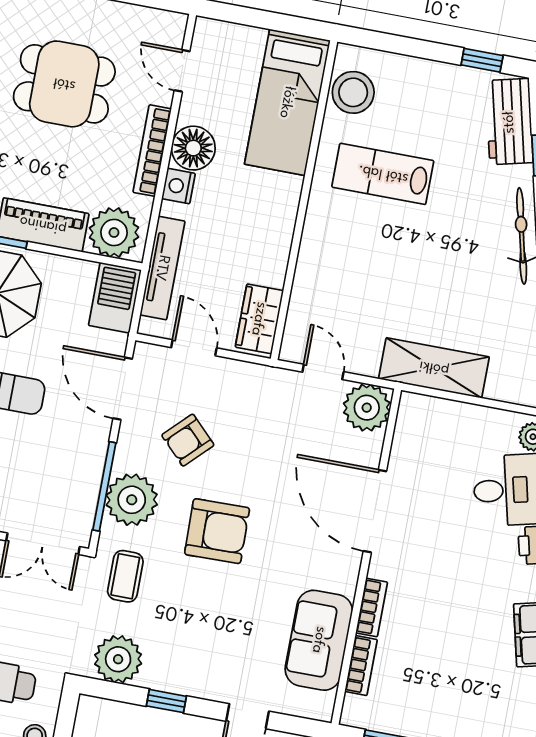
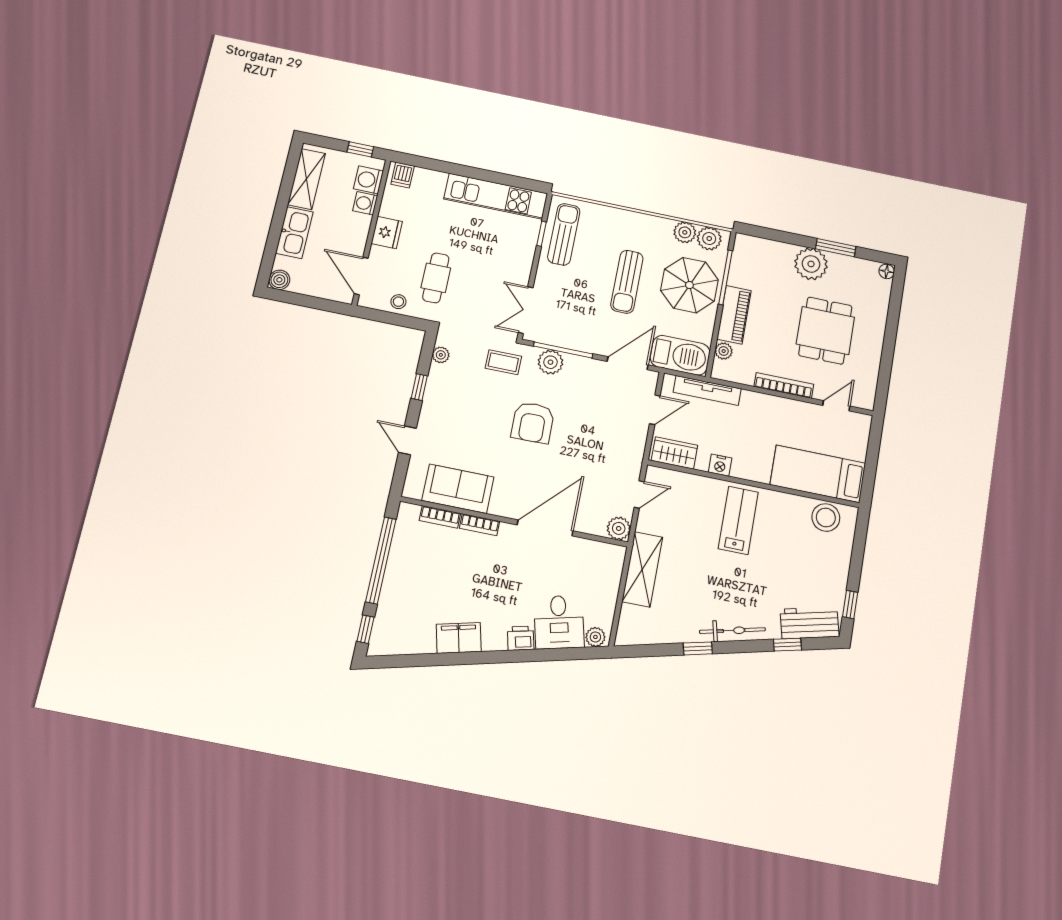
floor lamp: (193, 148) -> (786, 412), removed
lab bench: (383, 174) -> (738, 520), moved
nightstand: (178, 186) -> (720, 465), moved, turned 180
plant: (114, 232) -> (724, 351), width x0.53, depth x0.53
barbecue: (115, 298) -> (680, 355), width x1.37, depth x1.21
plant: (367, 408) -> (619, 528), width x0.73, depth x0.73
armchair: (188, 440) -> (594, 405), removed
plant: (132, 500) -> (550, 362), width x0.73, depth x0.73
plant: (118, 659) -> (441, 355), width x0.53, depth x0.53

